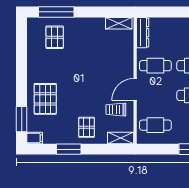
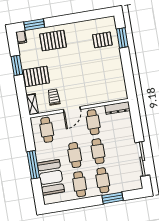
window: (56, 12) -> (122, 38), width x0.69
shelving: (119, 23) -> (122, 88), removed
door: (135, 90) -> (72, 109), swing flipped
pallet: (87, 127) -> (36, 76), width x1.50, depth x1.42

